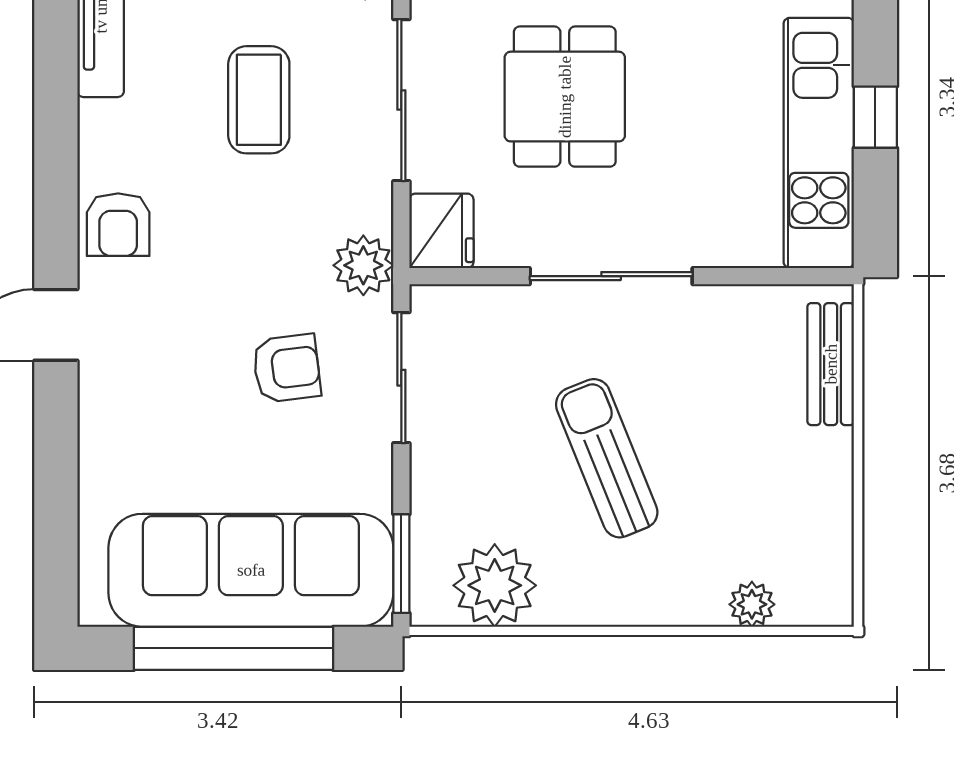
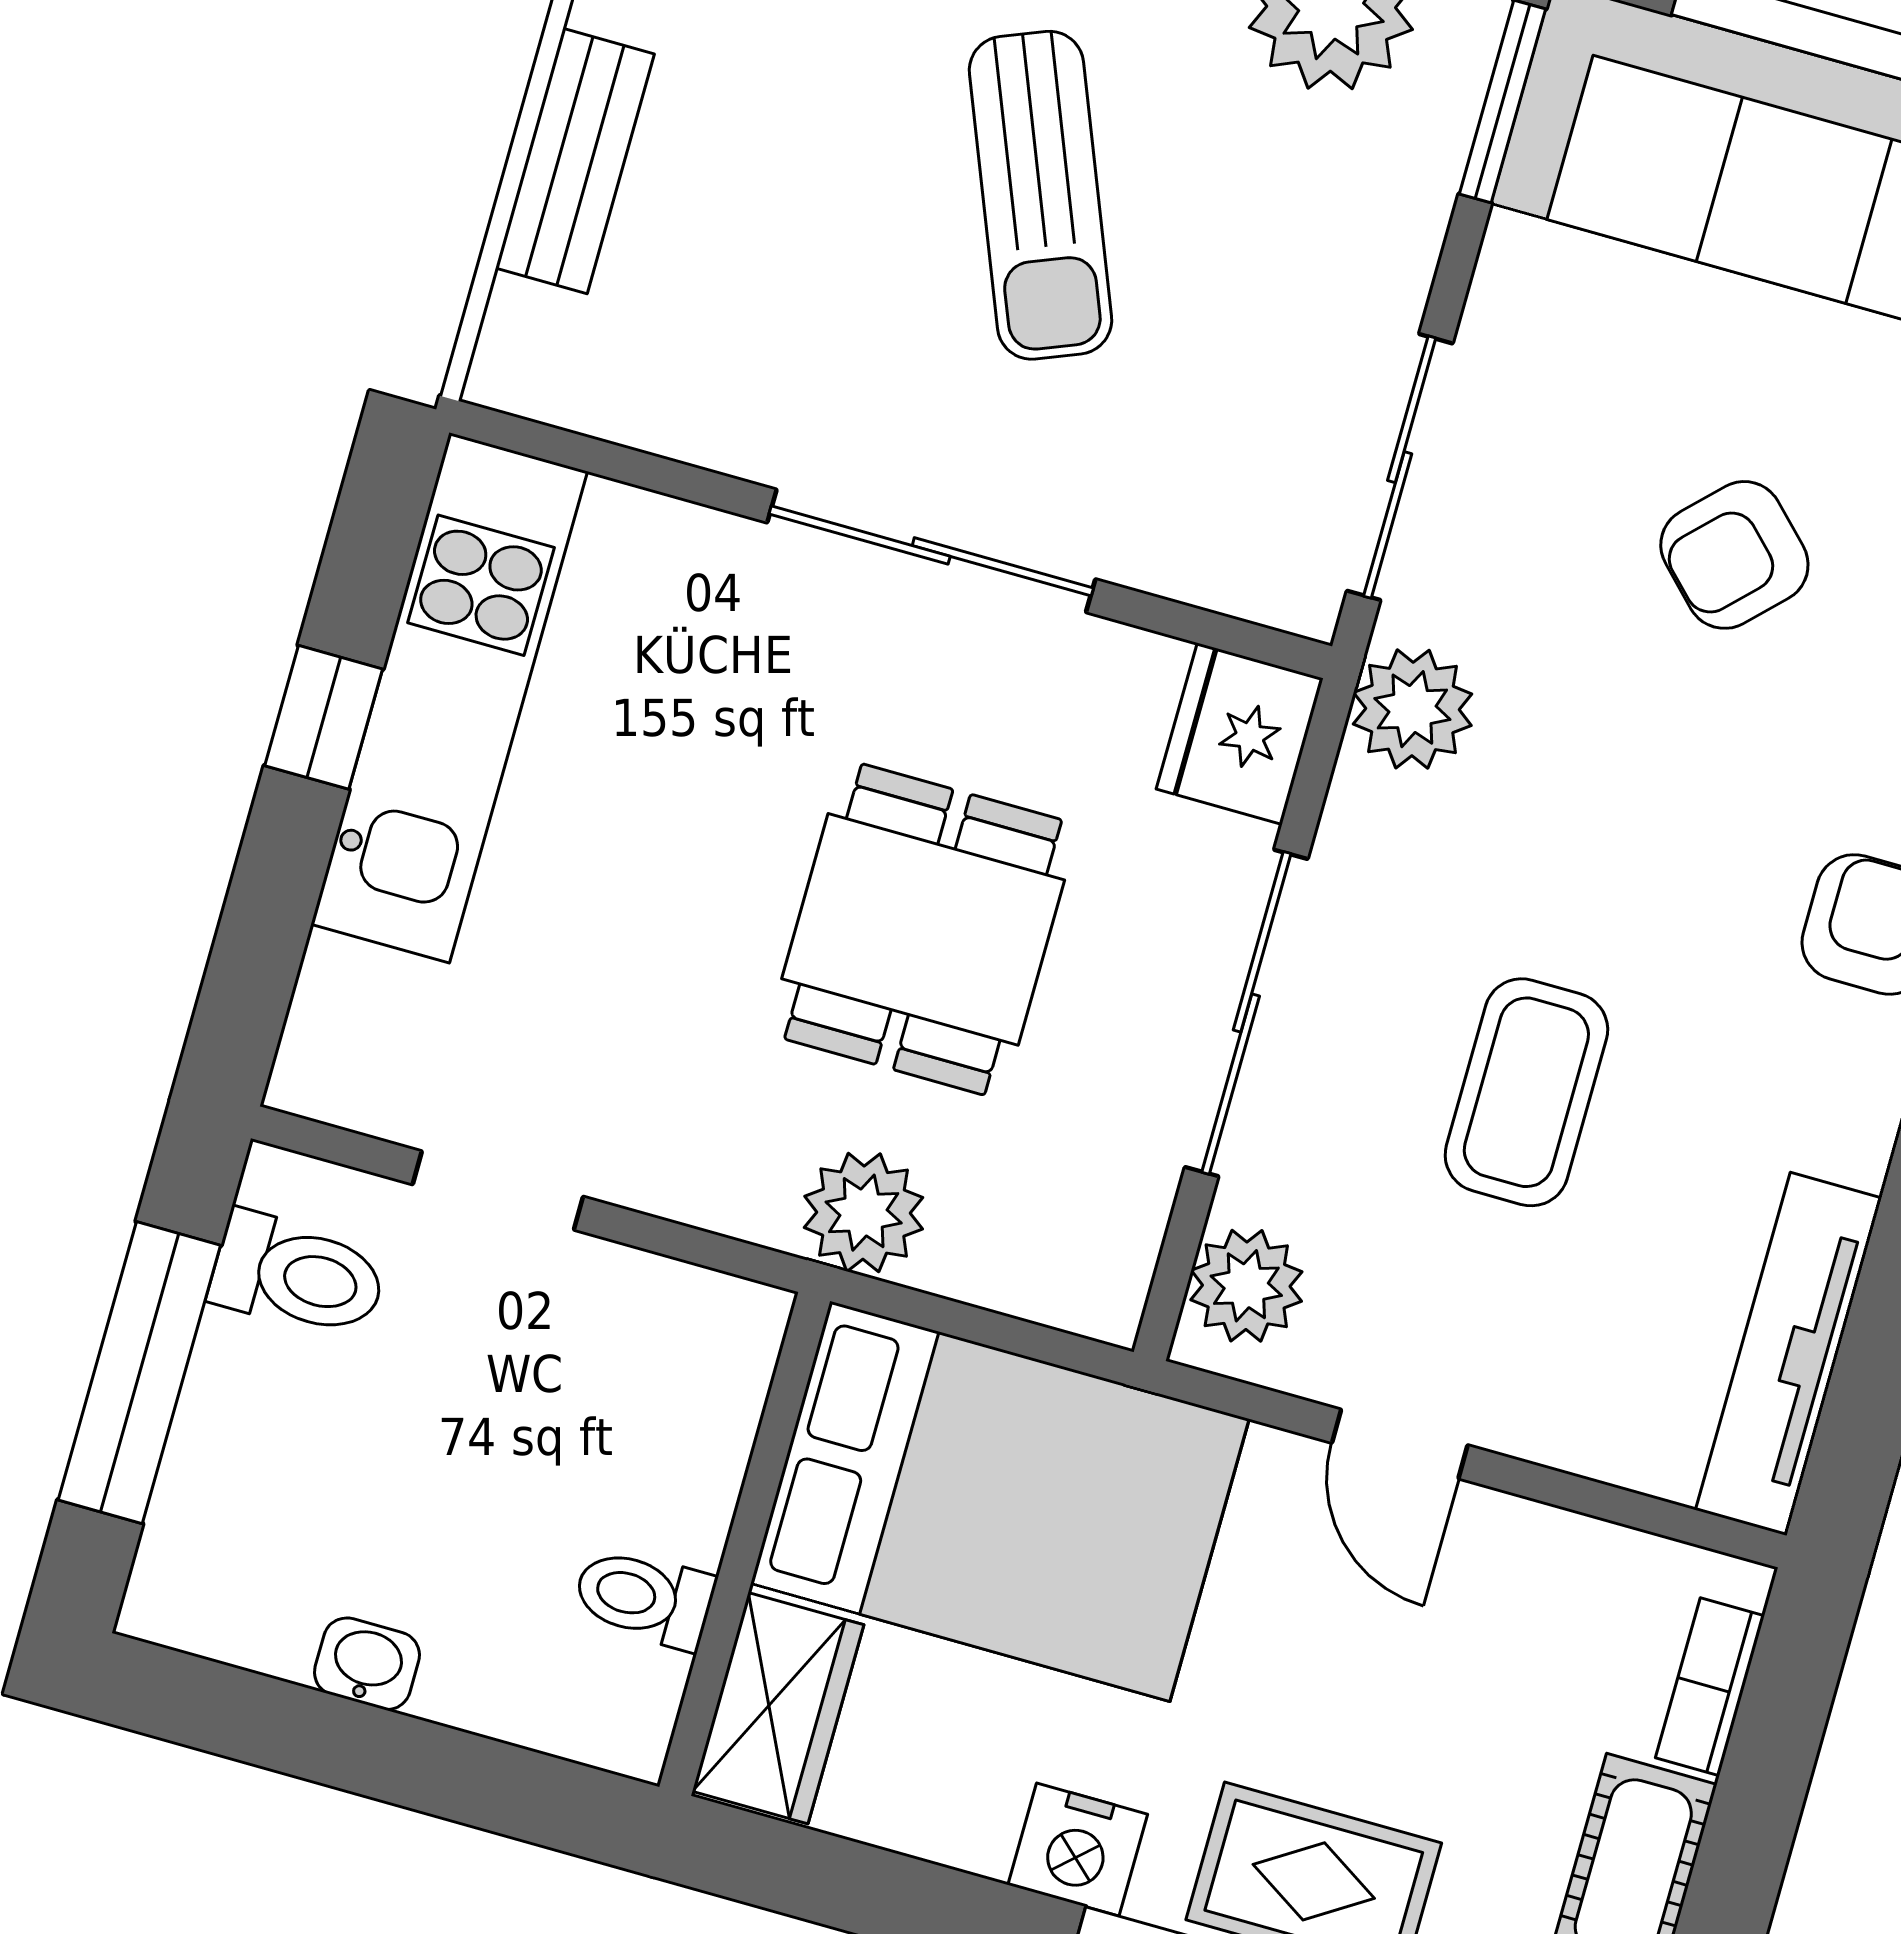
bench: (831, 364) -> (575, 161), moved
armchair: (287, 368) -> (1734, 555), moved, turned -38

